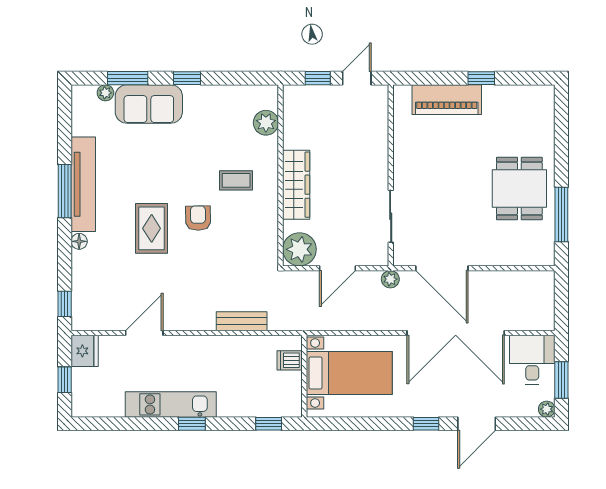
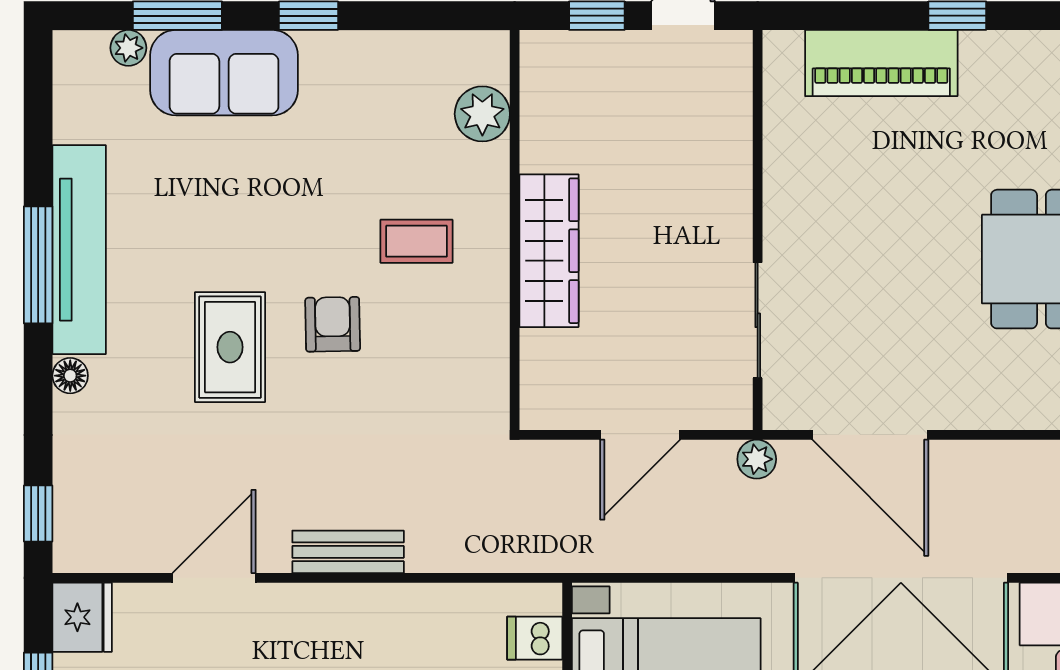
plant: (299, 249) -> (556, 393), removed
bench: (242, 321) -> (348, 552), moved

